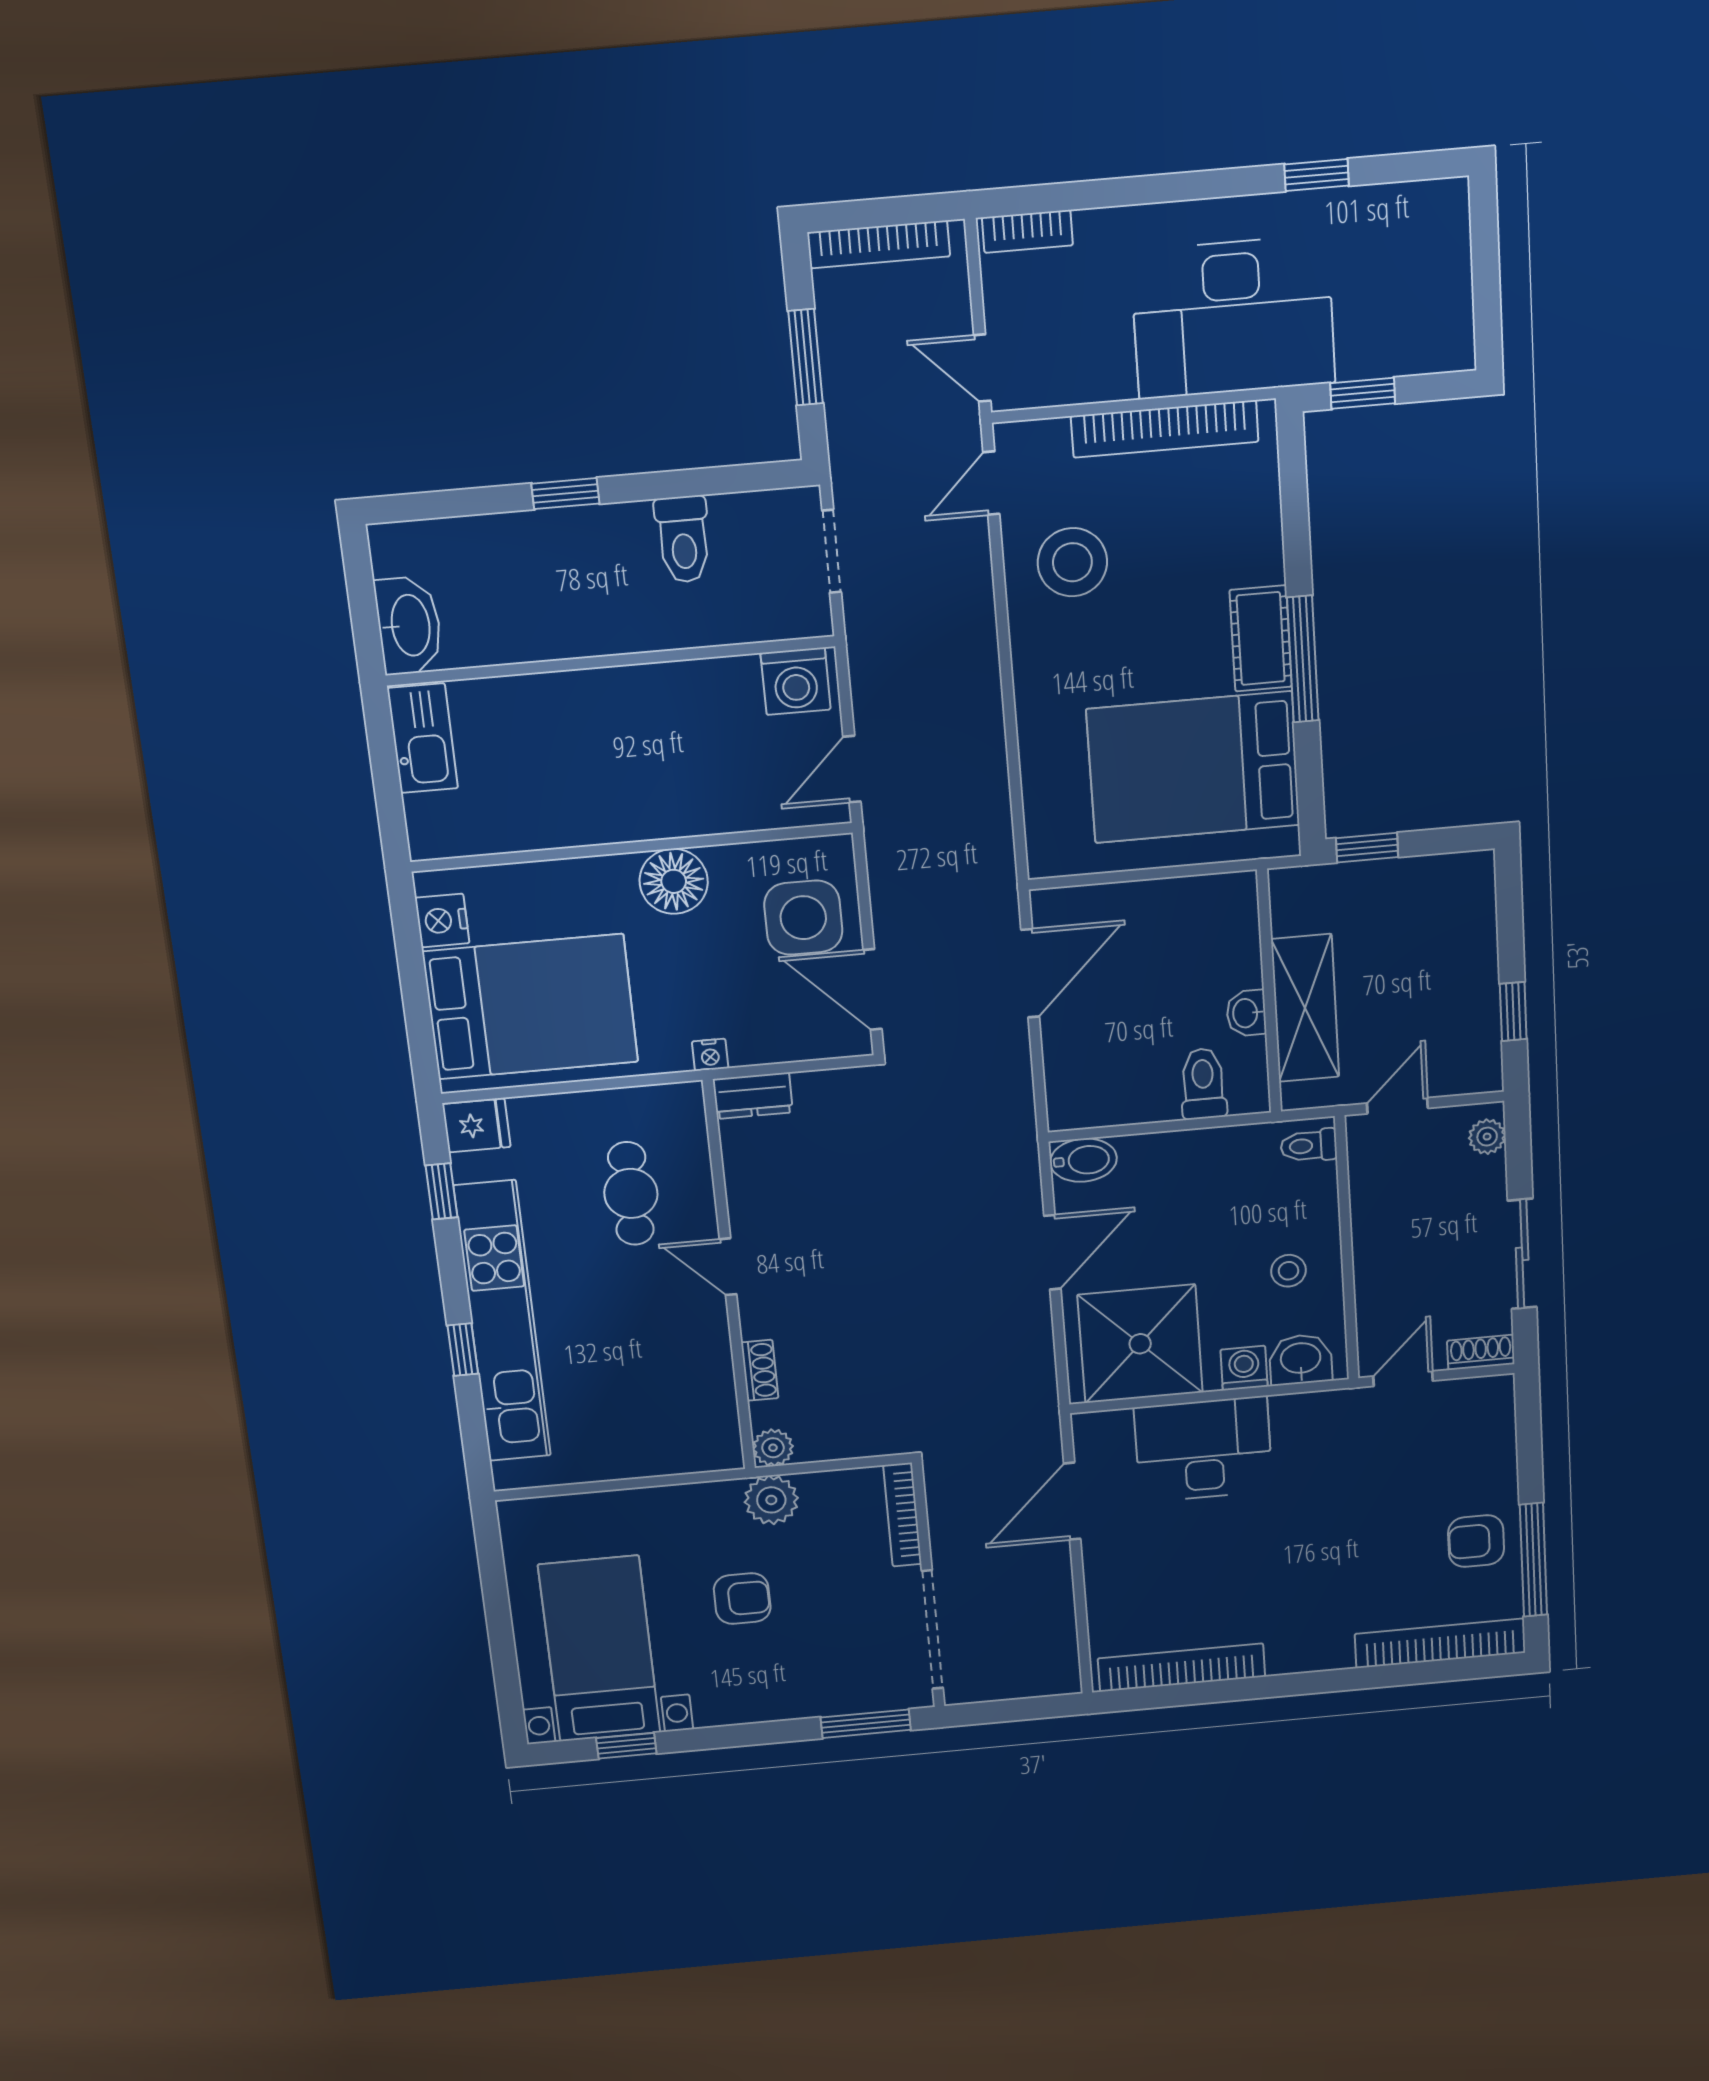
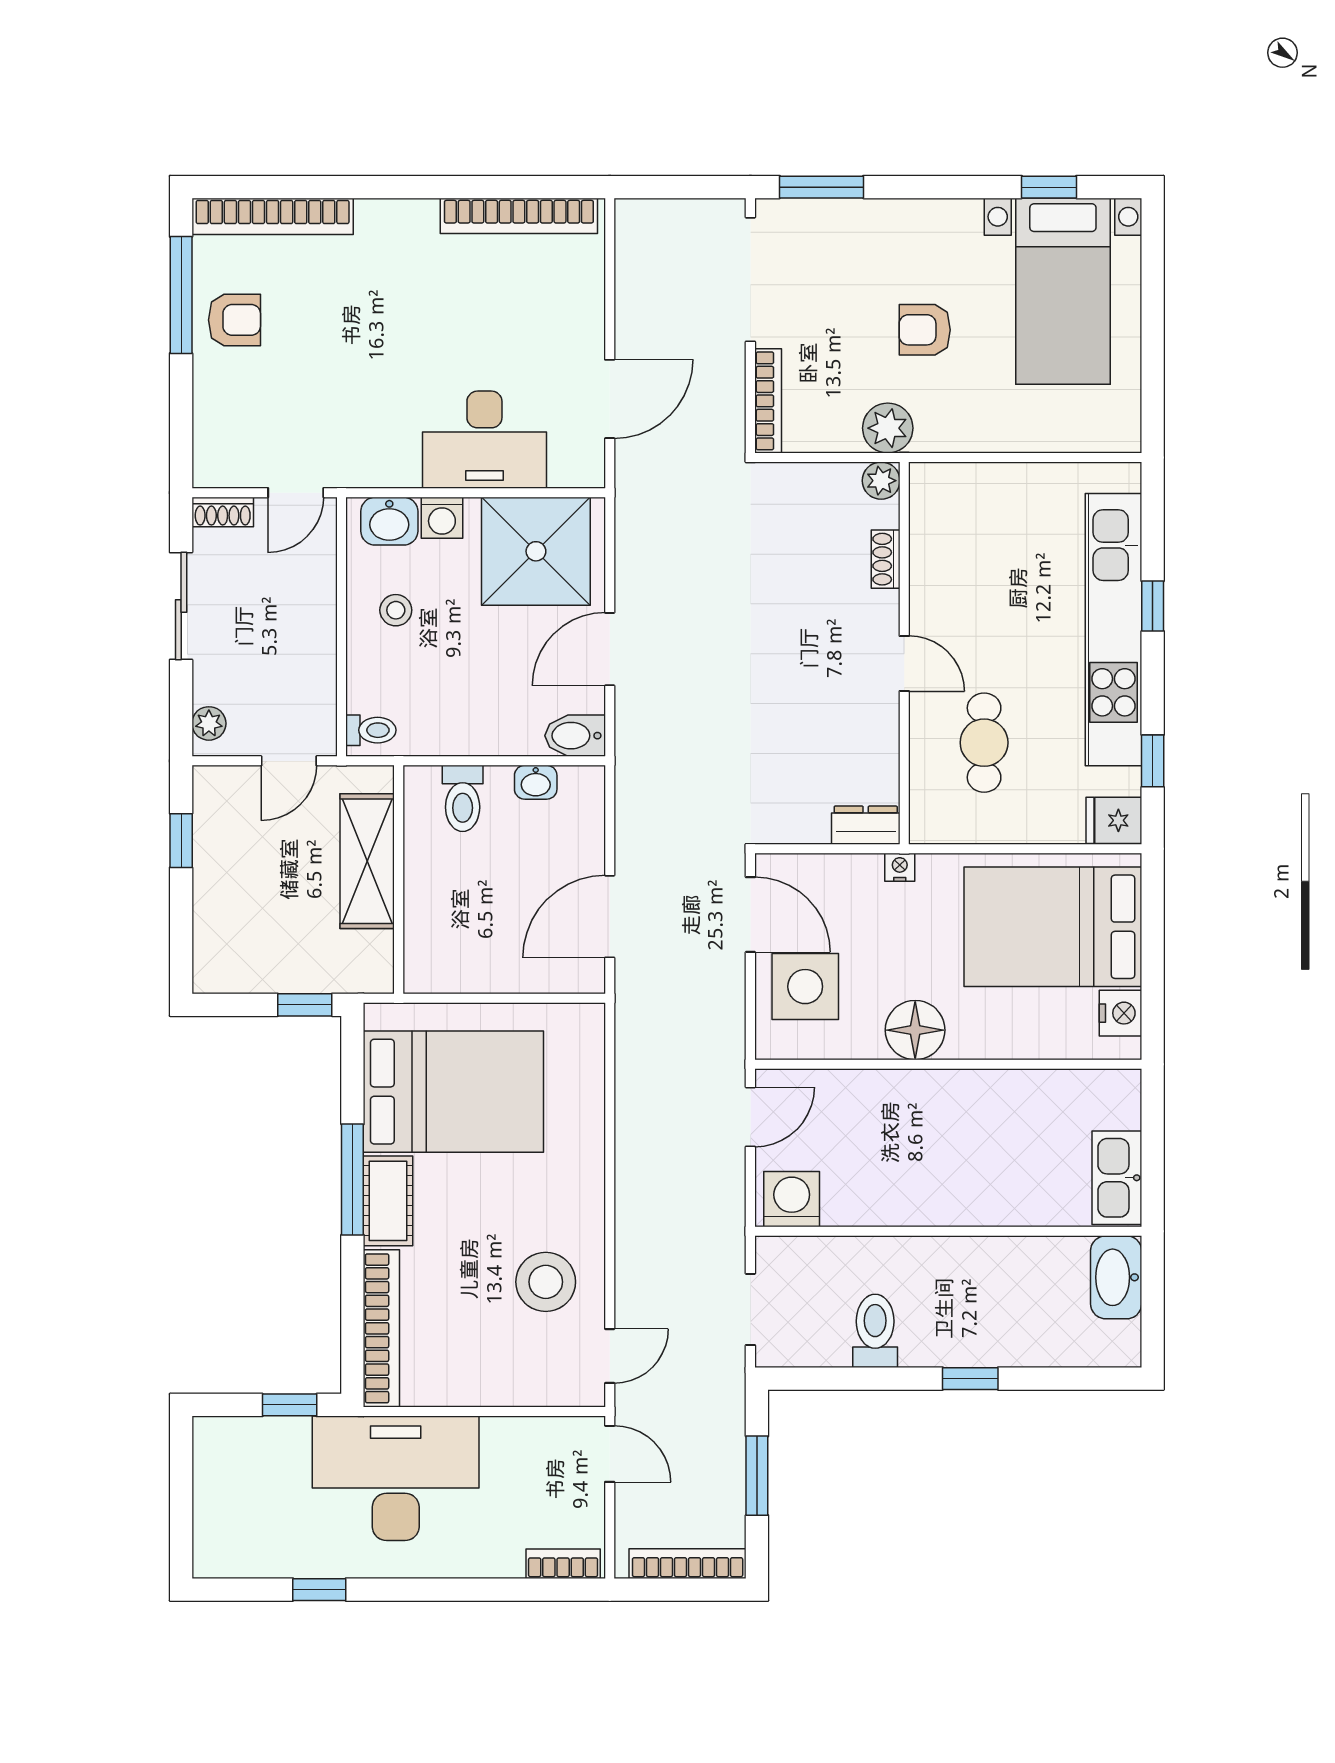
bookcase: (1165, 429) -> (381, 1328), moved, turned 90
washbasin: (1246, 1013) -> (536, 782), moved, turned 90

